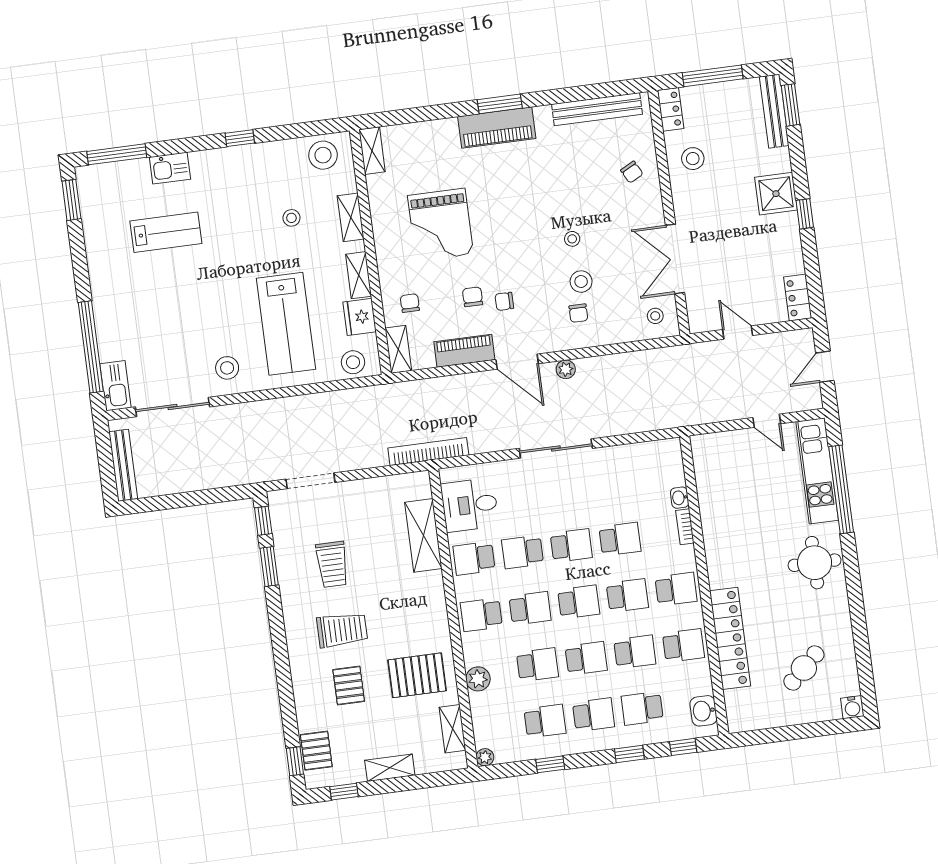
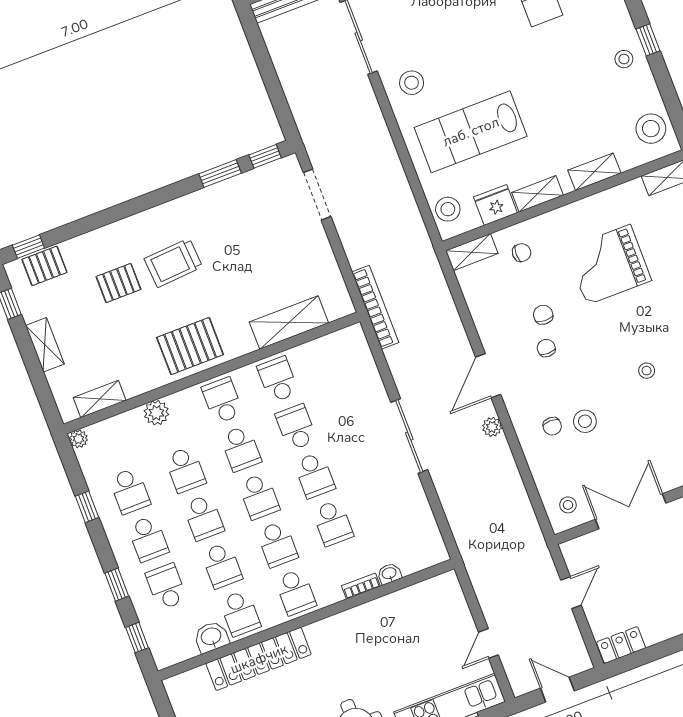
stool: (291, 218) -> (624, 59), moved
stool: (572, 239) -> (647, 371), moved
chair: (473, 297) -> (543, 315), turned -87
chair: (578, 313) -> (552, 426), turned -90
piano: (464, 351) -> (486, 320), removed
desk: (470, 505) -> (331, 362), removed
trolley: (332, 564) -> (237, 237), removed
trolley: (342, 630) -> (173, 263), turned 86
pallet: (417, 675) -> (190, 346), moved, turned 90
washbasin: (703, 711) -> (211, 637), moved

